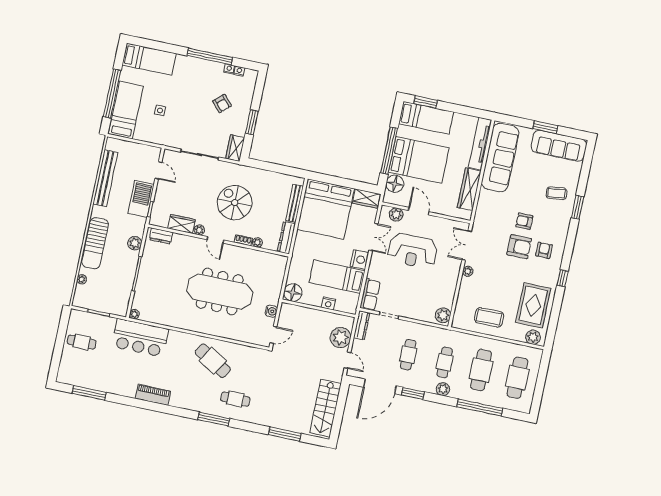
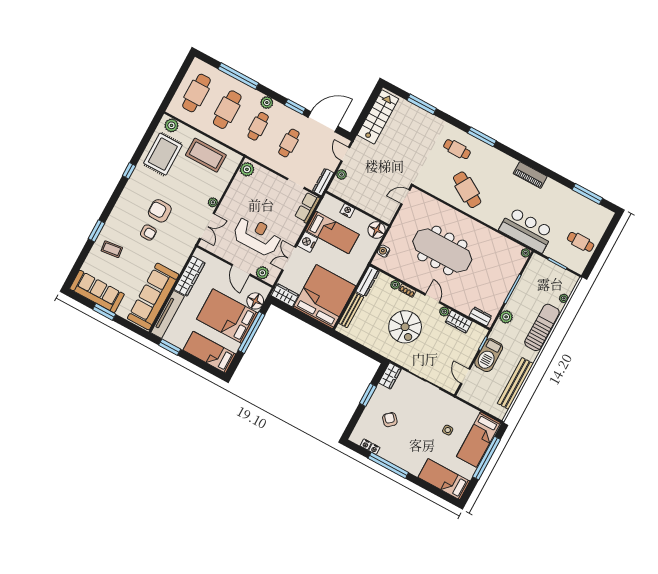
window: (425, 102) -> (170, 347), moved
armchair: (544, 250) -> (138, 201), removed
water cooler: (271, 311) -> (384, 251), moved
coffee table: (489, 317) -> (206, 155), width x1.36, depth x1.32
plant: (341, 338) -> (342, 174), width x0.53, depth x0.53

